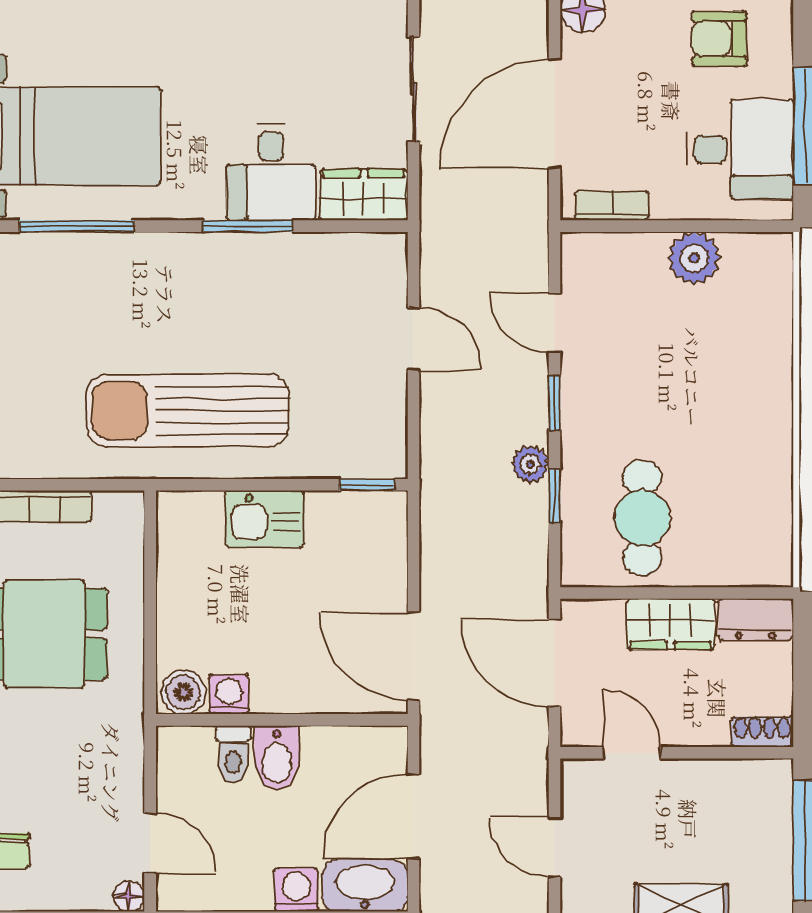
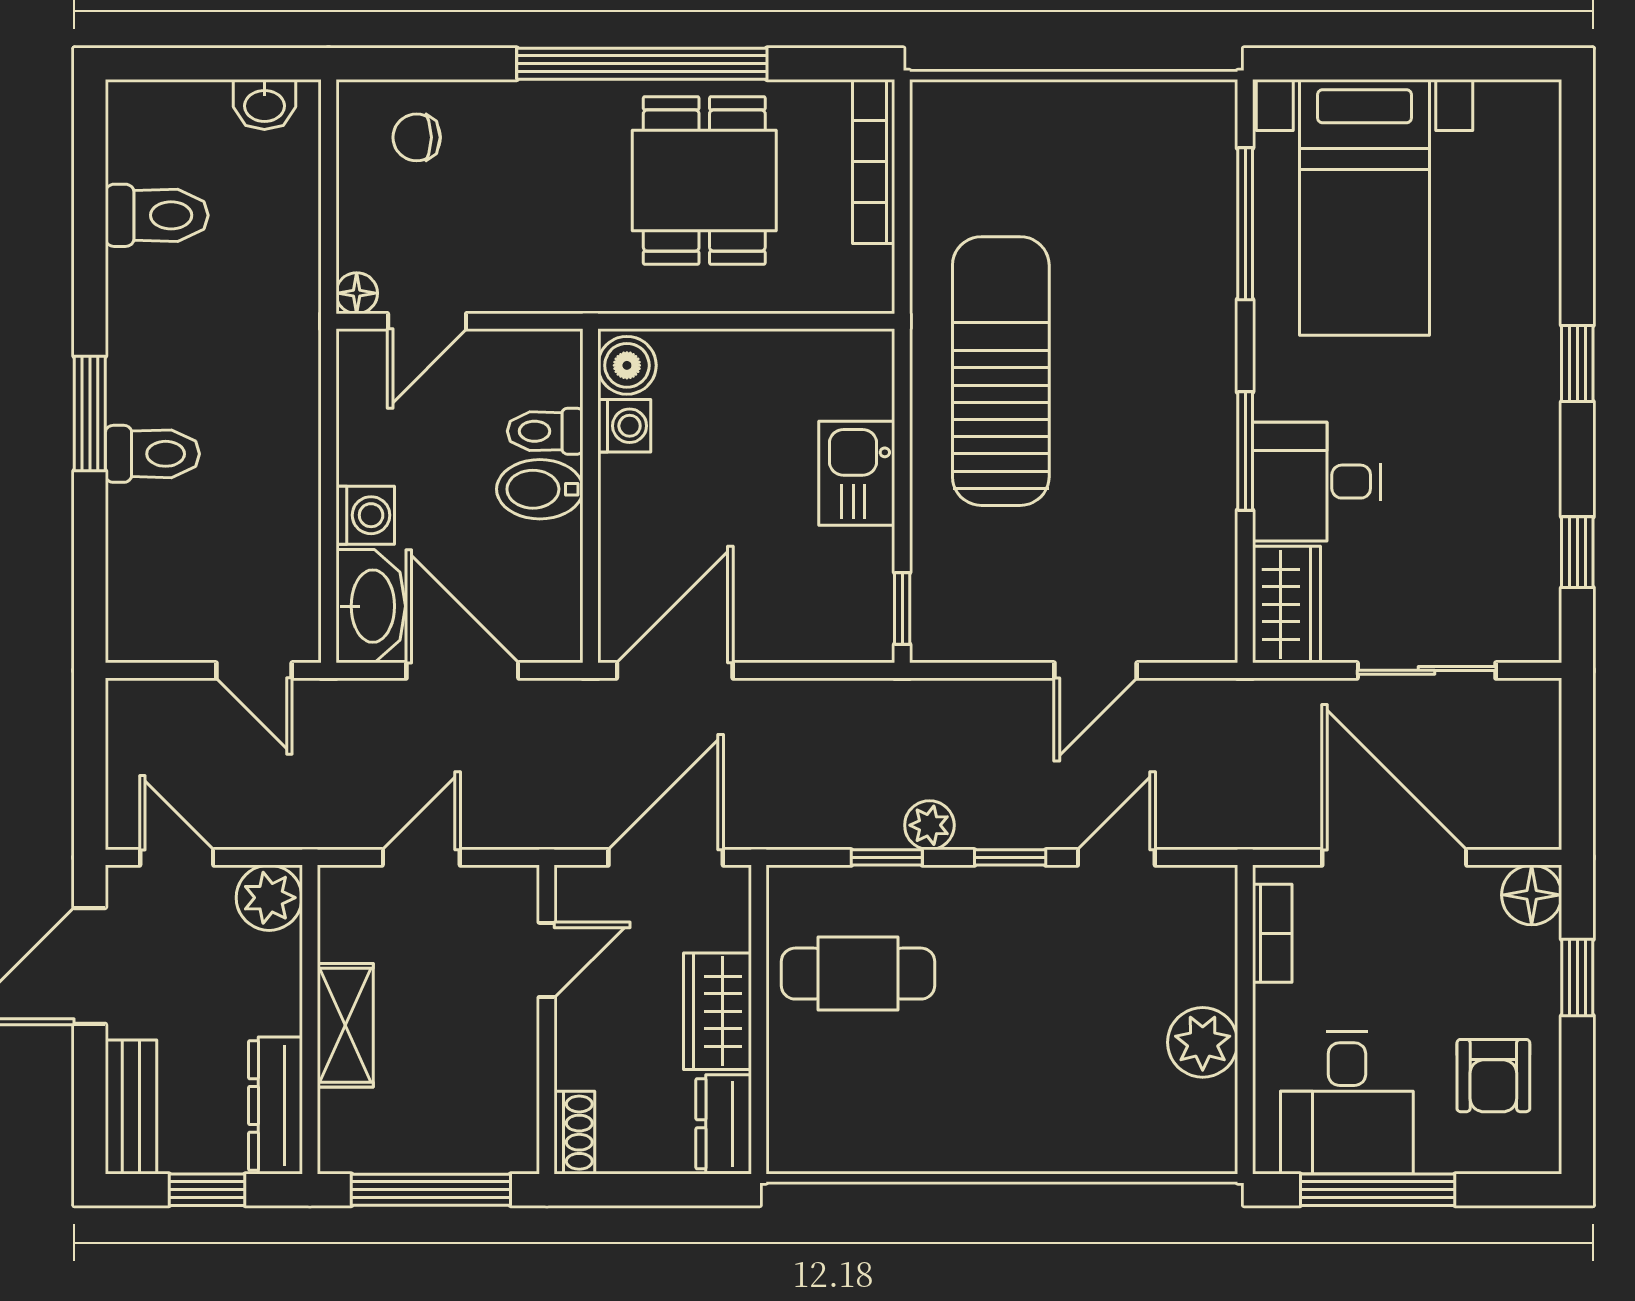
armchair: (719, 39) -> (1493, 1076), turned 180

